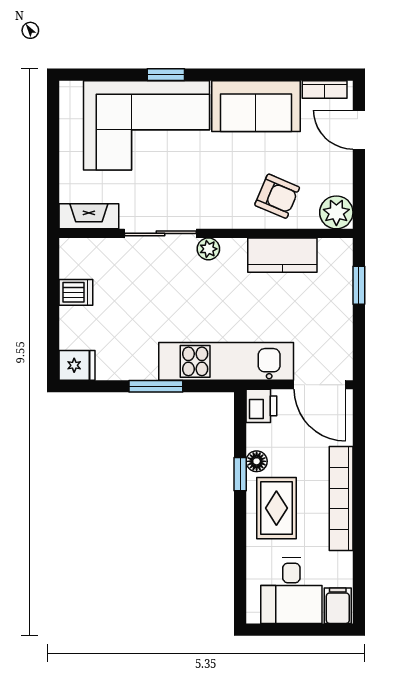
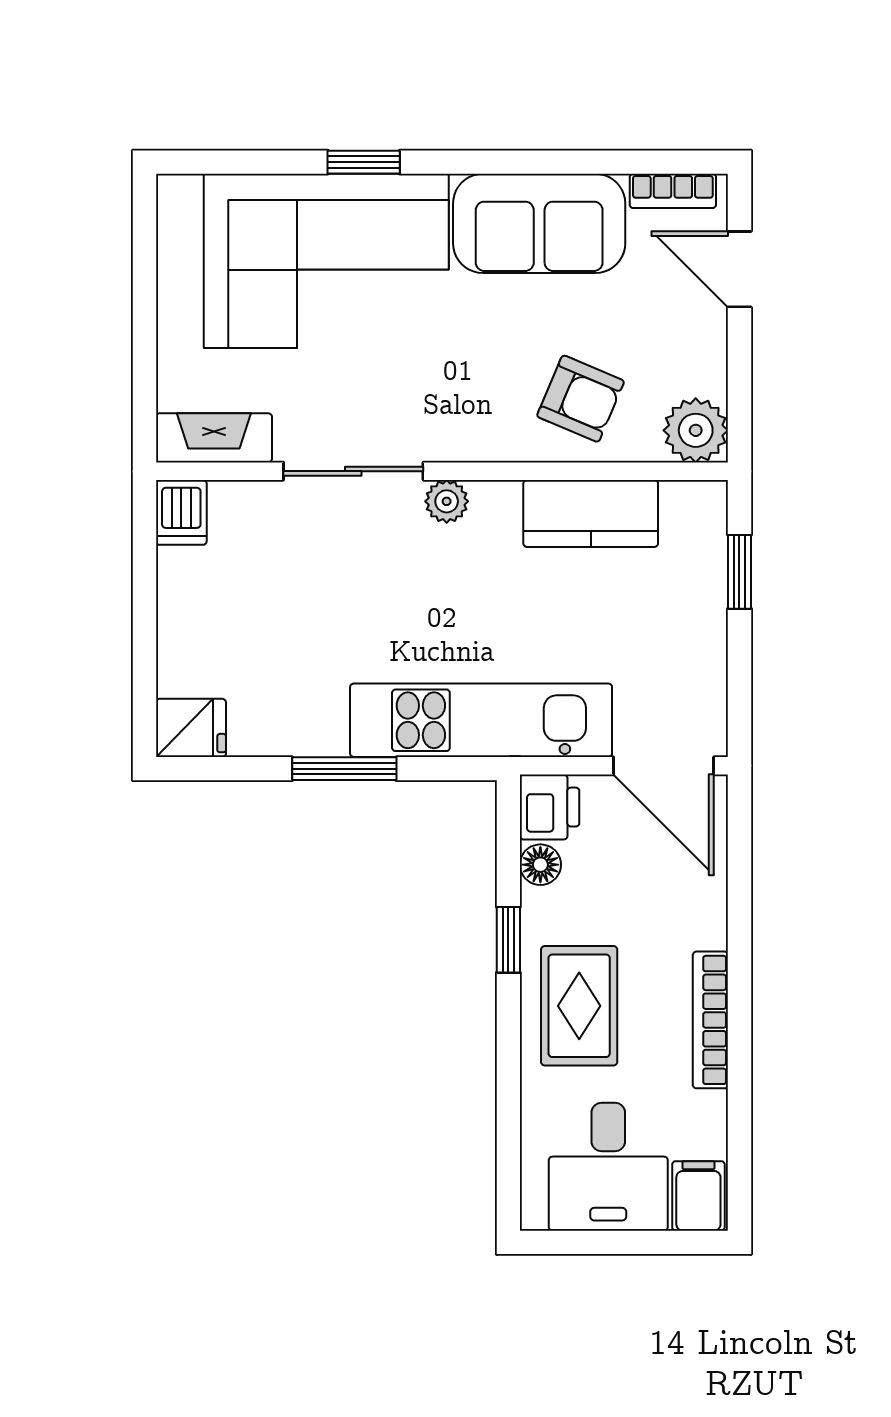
dishwasher: (76, 292) -> (181, 512), moved, turned 90
floor lamp: (257, 461) -> (540, 865), moved
bookcase: (341, 498) -> (710, 1020), width x0.68, depth x0.76

